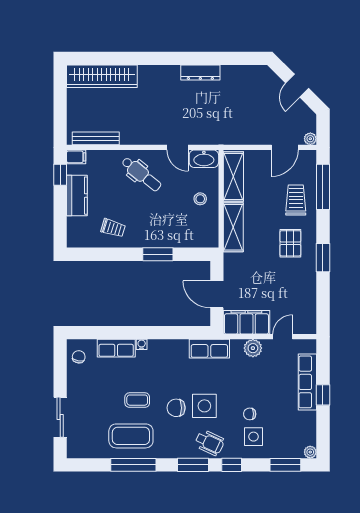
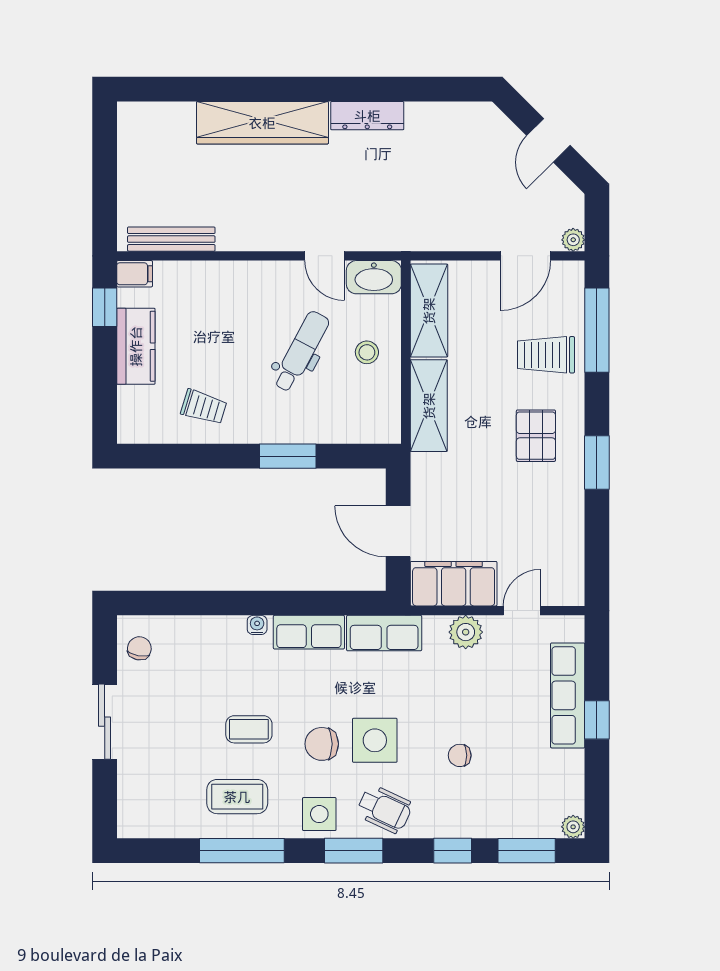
wardrobe: (102, 76) -> (262, 123), moved
dental chair: (141, 174) -> (301, 351), moved, turned -101
trolley: (296, 200) -> (546, 355), turned -90
row of seats: (116, 348) -> (309, 632), moved
sliding door: (60, 417) -> (105, 722), moved
coffee table: (131, 436) -> (237, 797), width x0.73, depth x0.76
side table: (254, 437) -> (319, 814), moved
window: (232, 465) -> (453, 851), moved

